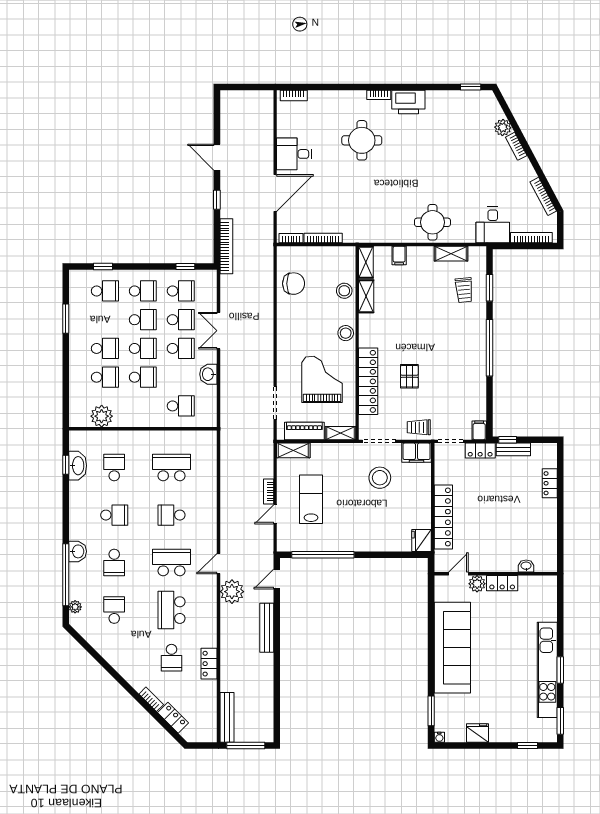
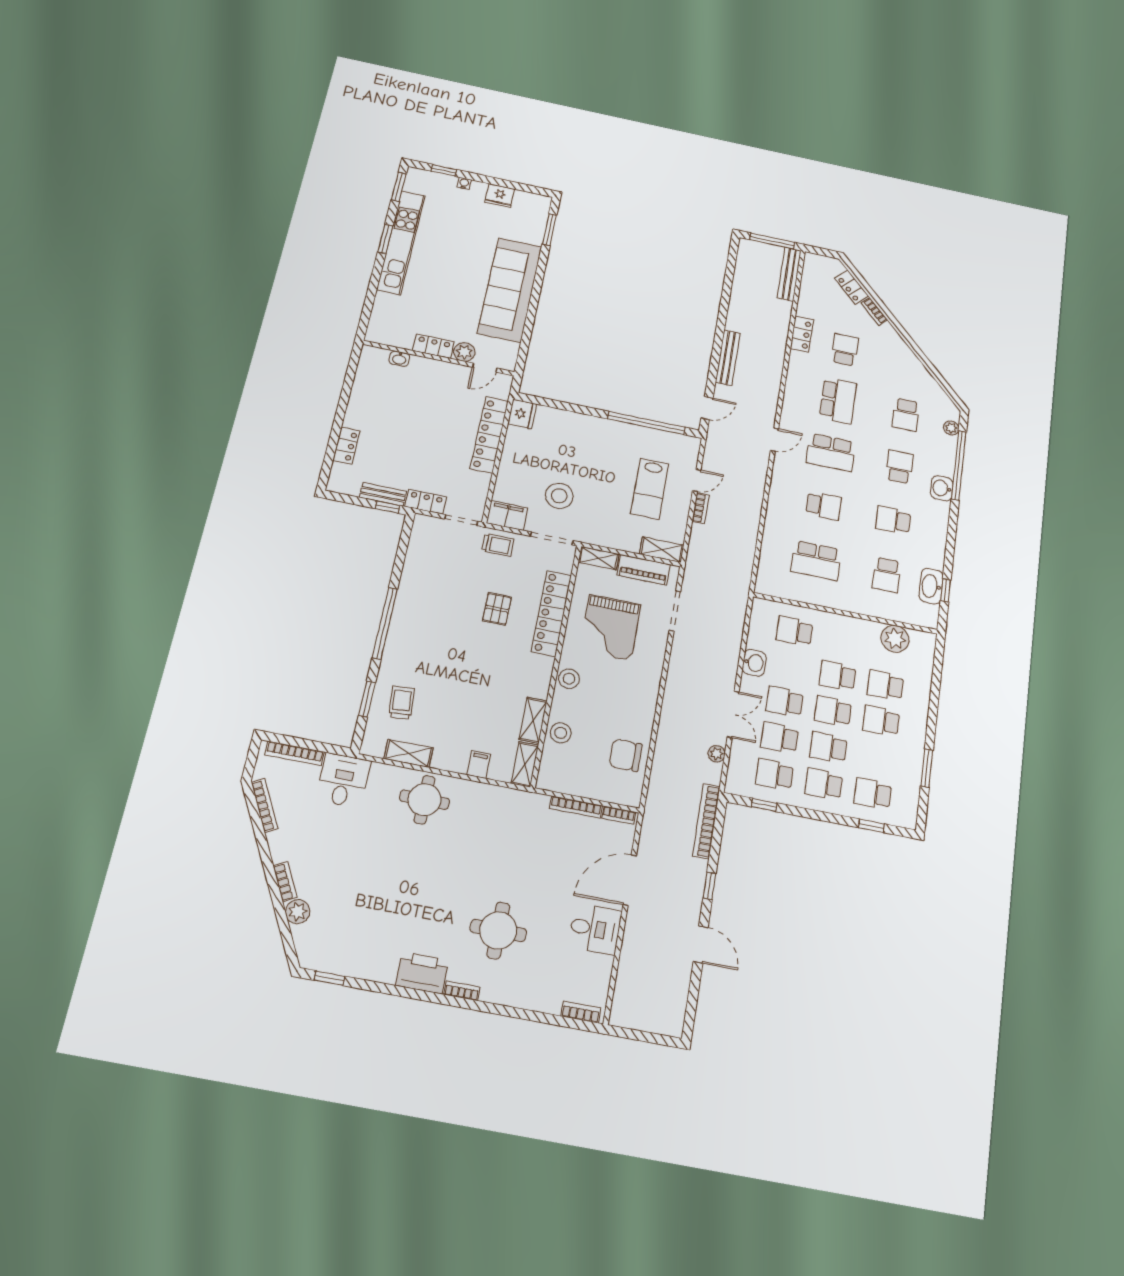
filing cabinet: (479, 430) -> (421, 526), removed
plant: (232, 592) -> (717, 754), moved, width x0.53, depth x0.53
water cooler: (439, 737) -> (464, 183), moved

